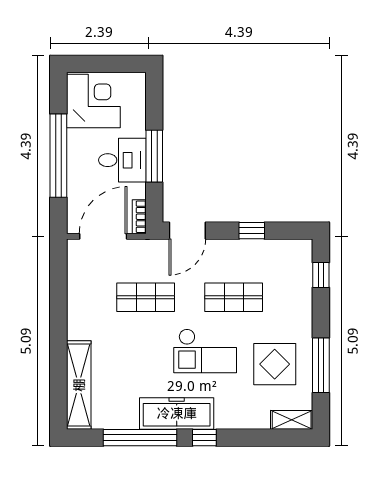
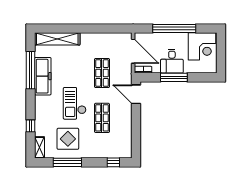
window: (252, 231) -> (136, 127), removed
freezer: (177, 413) -> (43, 76), moved
window: (204, 438) -> (30, 126), moved

